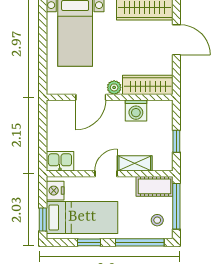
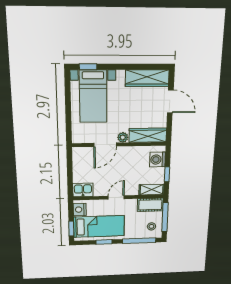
washing machine: (136, 110) -> (157, 160), moved, turned 90
shelving: (135, 163) -> (152, 190), moved

